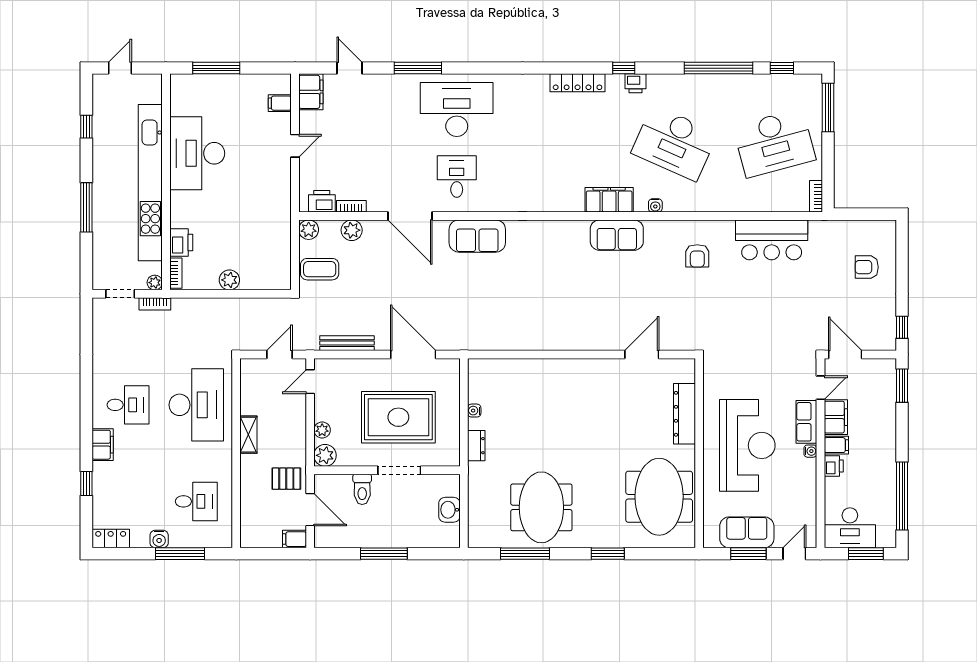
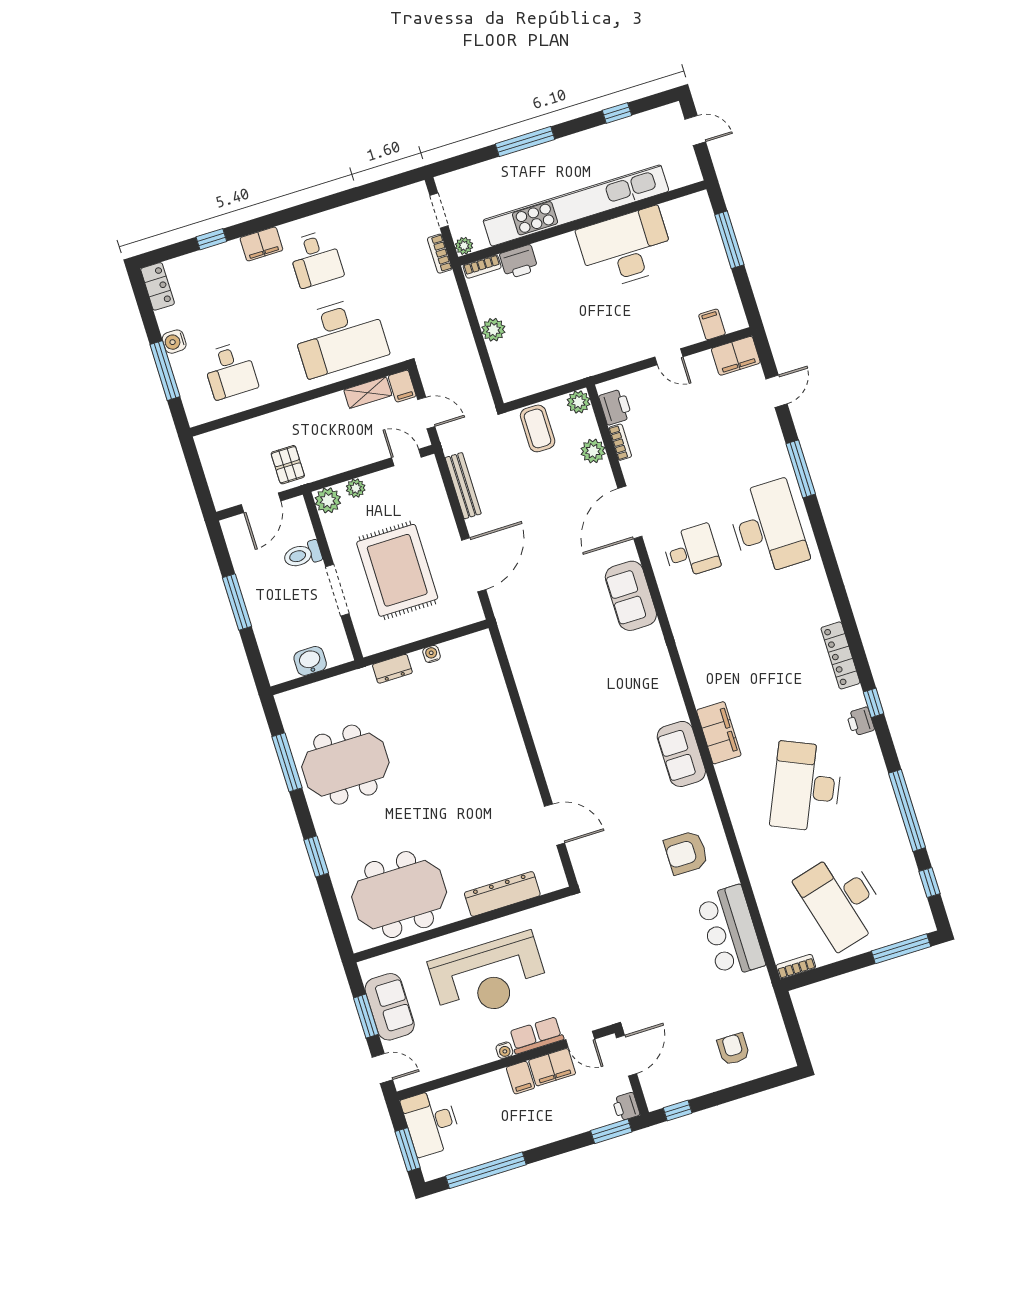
water cooler: (655, 205) -> (729, 787), removed
armchair: (697, 256) -> (686, 853), width x1.38, depth x1.38
shelving: (248, 435) -> (368, 393), moved
printer: (834, 466) -> (626, 1107), moved, turned 90
filing cabinet: (295, 539) -> (402, 386), moved, turned 180

